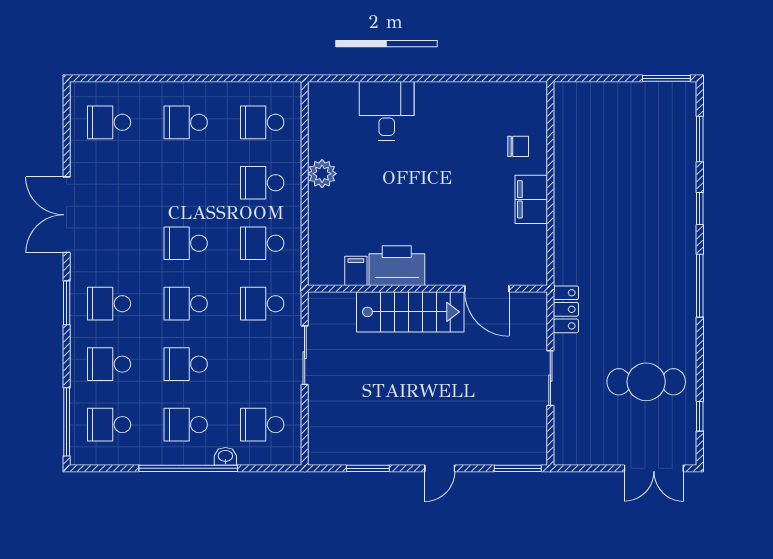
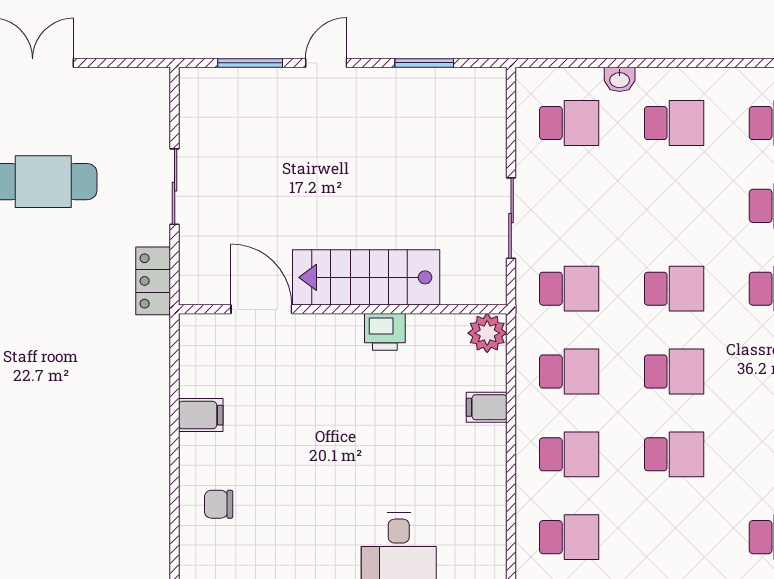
school desk: (186, 122) -> (674, 454), moved
plant: (322, 174) -> (487, 333), moved
filing cabinet: (531, 199) -> (201, 415), width x0.50
printer: (397, 266) -> (385, 332), width x0.53, depth x0.68
filing cabinet: (356, 271) -> (487, 407), moved, turned 90
school desk: (186, 364) -> (674, 206), removed
window: (188, 468) -> (671, 63), removed
window: (518, 468) -> (250, 63), moved

